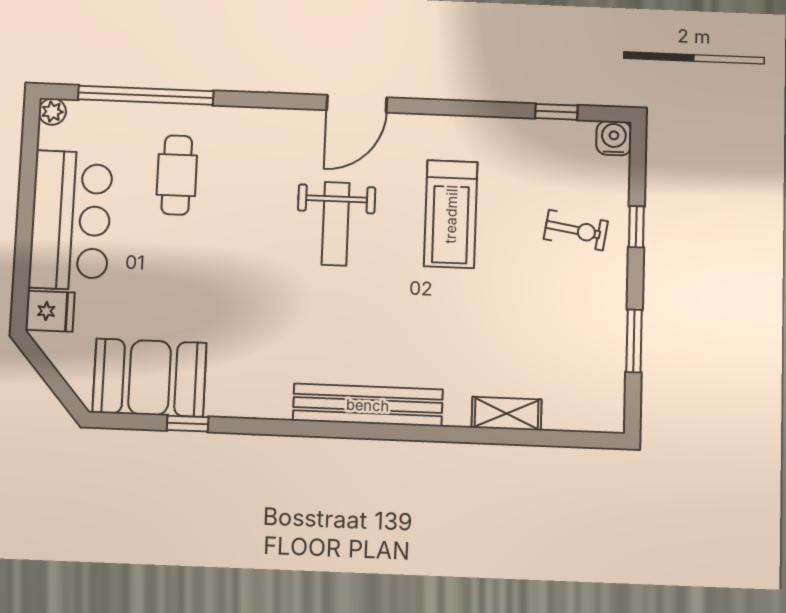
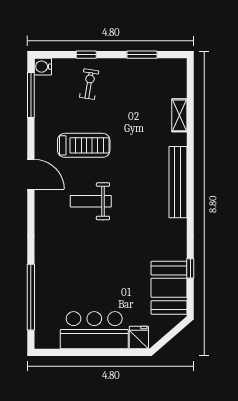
door: (357, 104) -> (31, 174), moved
plant: (52, 112) -> (41, 342), removed
window: (556, 112) -> (31, 95), width x2.17
cafe table: (177, 175) -> (70, 280), removed
weight bench: (336, 224) -> (91, 201), turned 180

